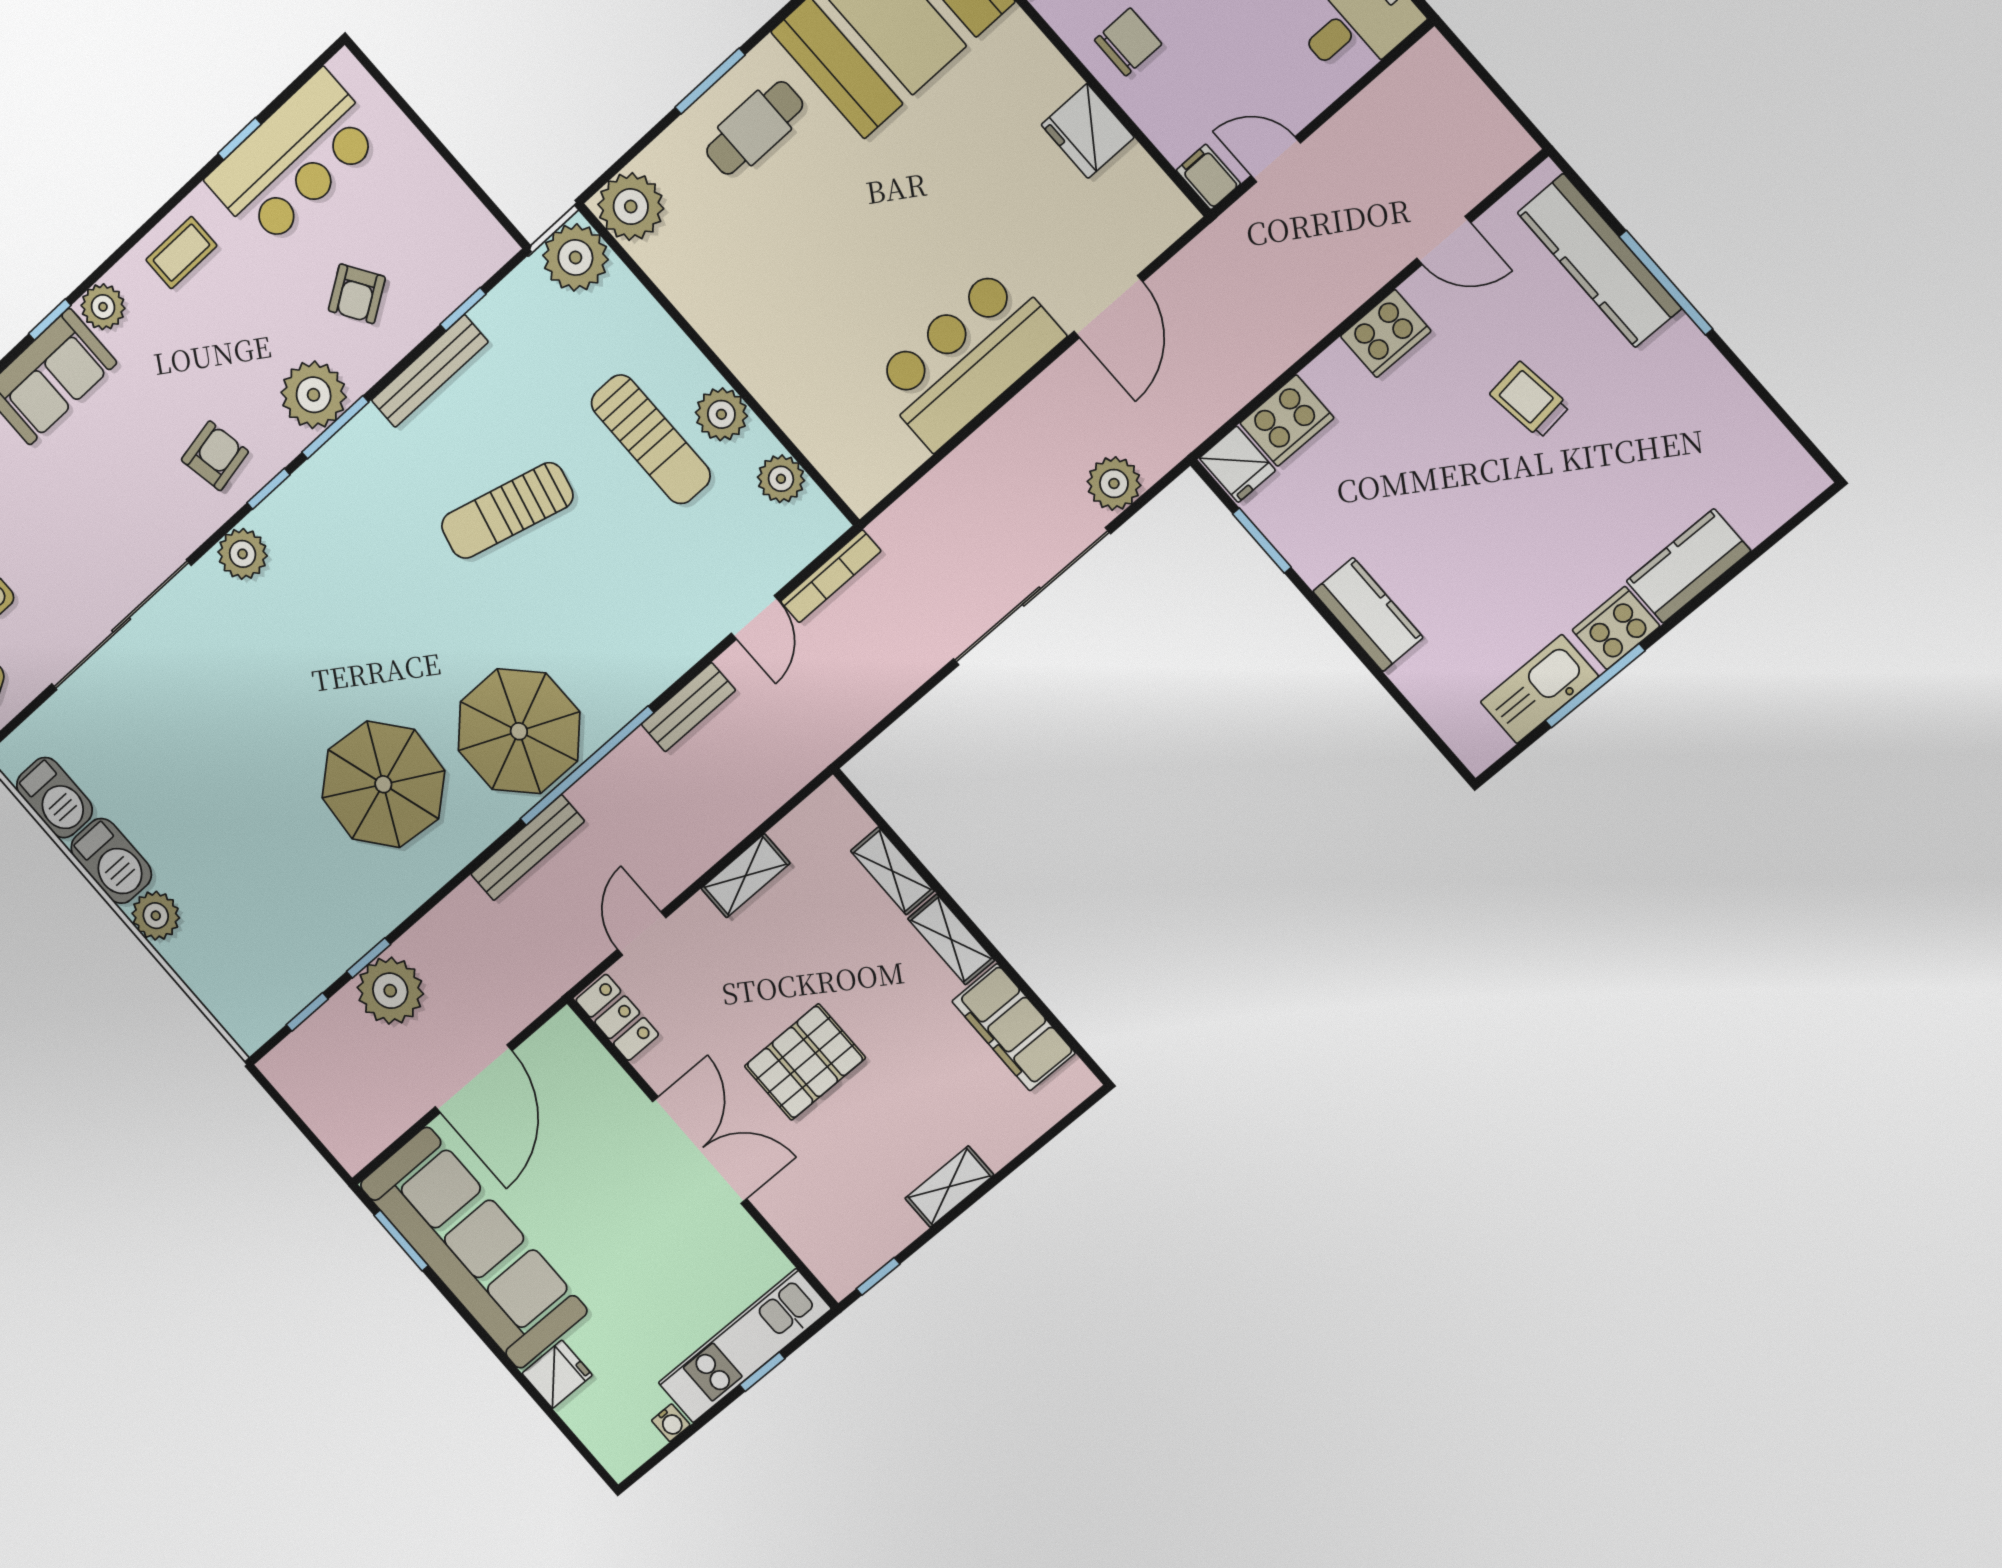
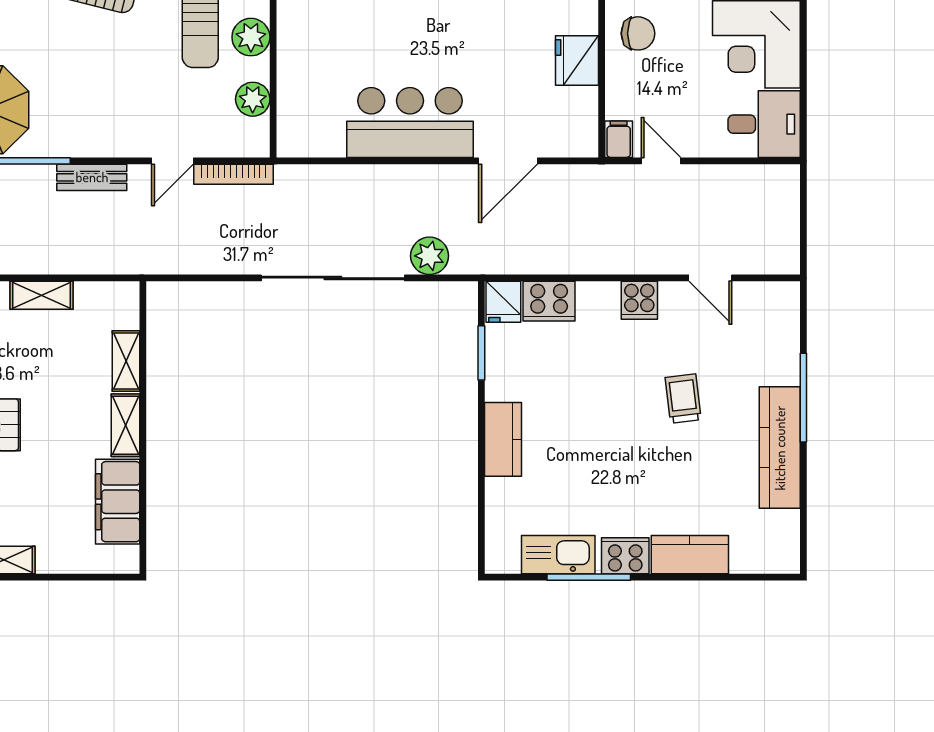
kitchen counter: (1599, 261) -> (780, 448), moved
cooker: (1386, 334) -> (639, 300), width x0.73

